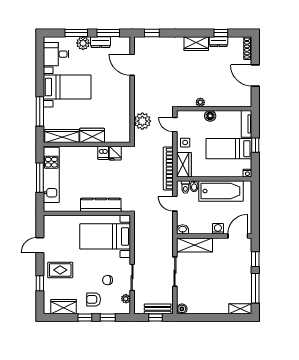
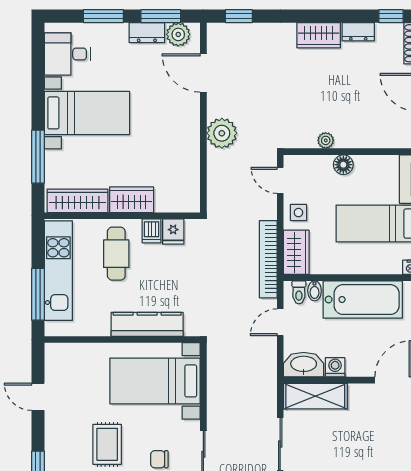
window: (221, 33) -> (391, 16), moved
plant: (83, 43) -> (178, 34), moved
plant: (142, 121) -> (222, 133), moved
cafe table: (84, 165) -> (116, 254), added
window: (40, 178) -> (38, 294), moved
door: (175, 204) -> (280, 322), hinge flipped
washbasin: (183, 229) -> (304, 365), width x1.91, depth x1.45
washing machine: (218, 229) -> (335, 367), moved
door: (40, 245) -> (38, 397), hinge flipped
rug: (60, 270) -> (107, 444), moved, turned 90

